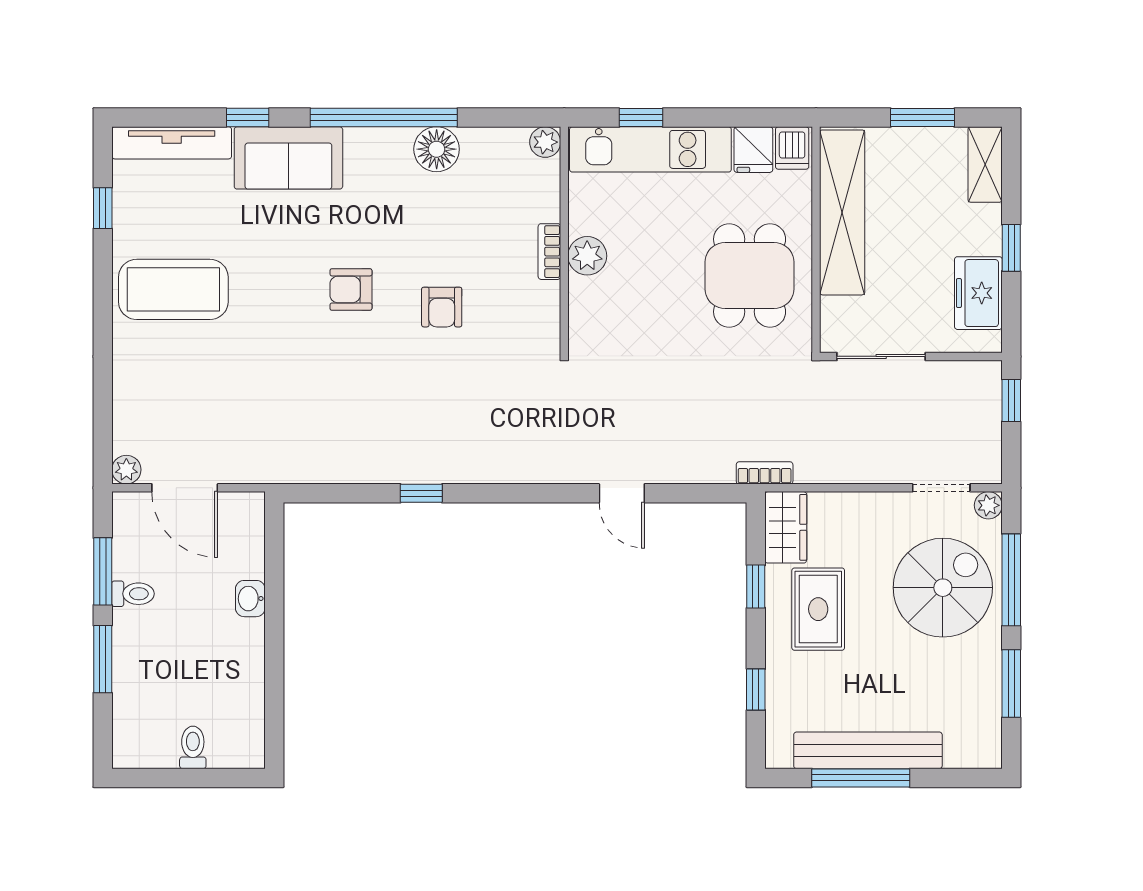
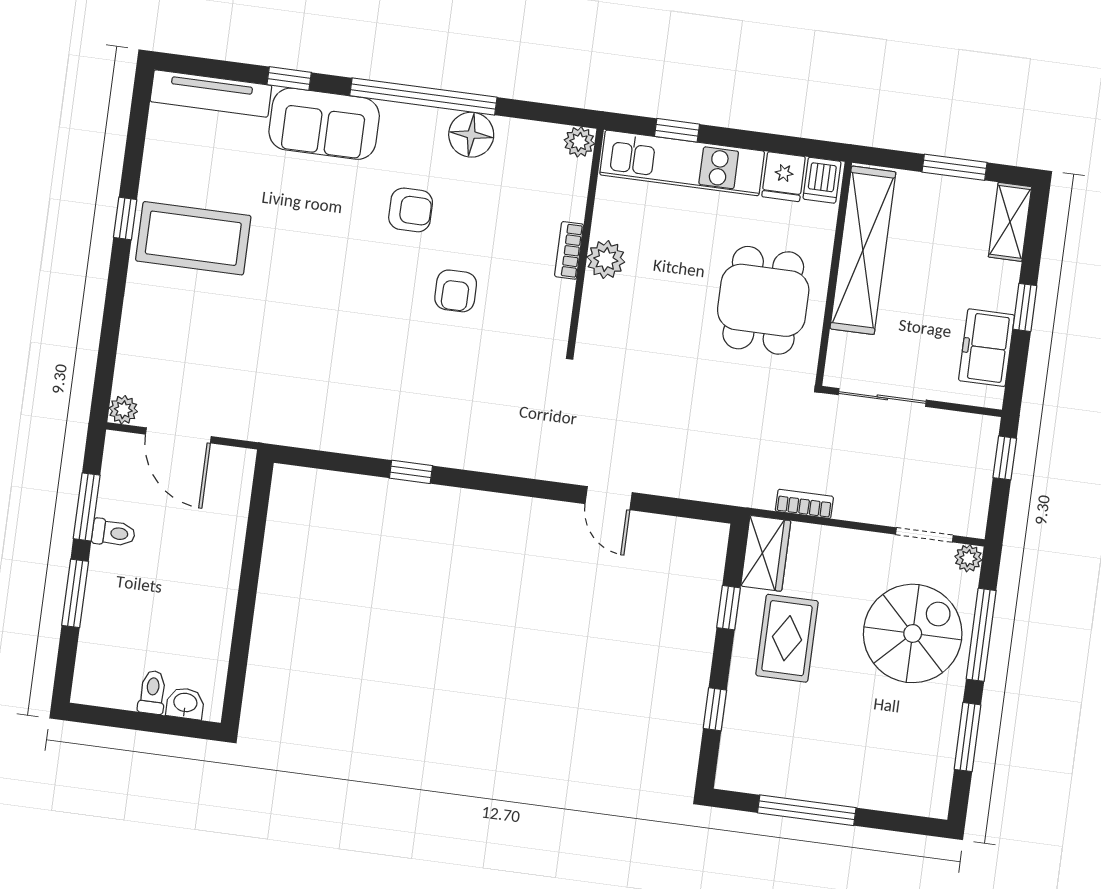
window: (103, 208) -> (125, 218), moved
armchair: (351, 289) -> (411, 210), moved, turned 180
bookcase: (765, 473) -> (804, 504), moved
washbasin: (250, 599) -> (185, 703), moved, turned 90
bench: (868, 750) -> (817, 784), removed

